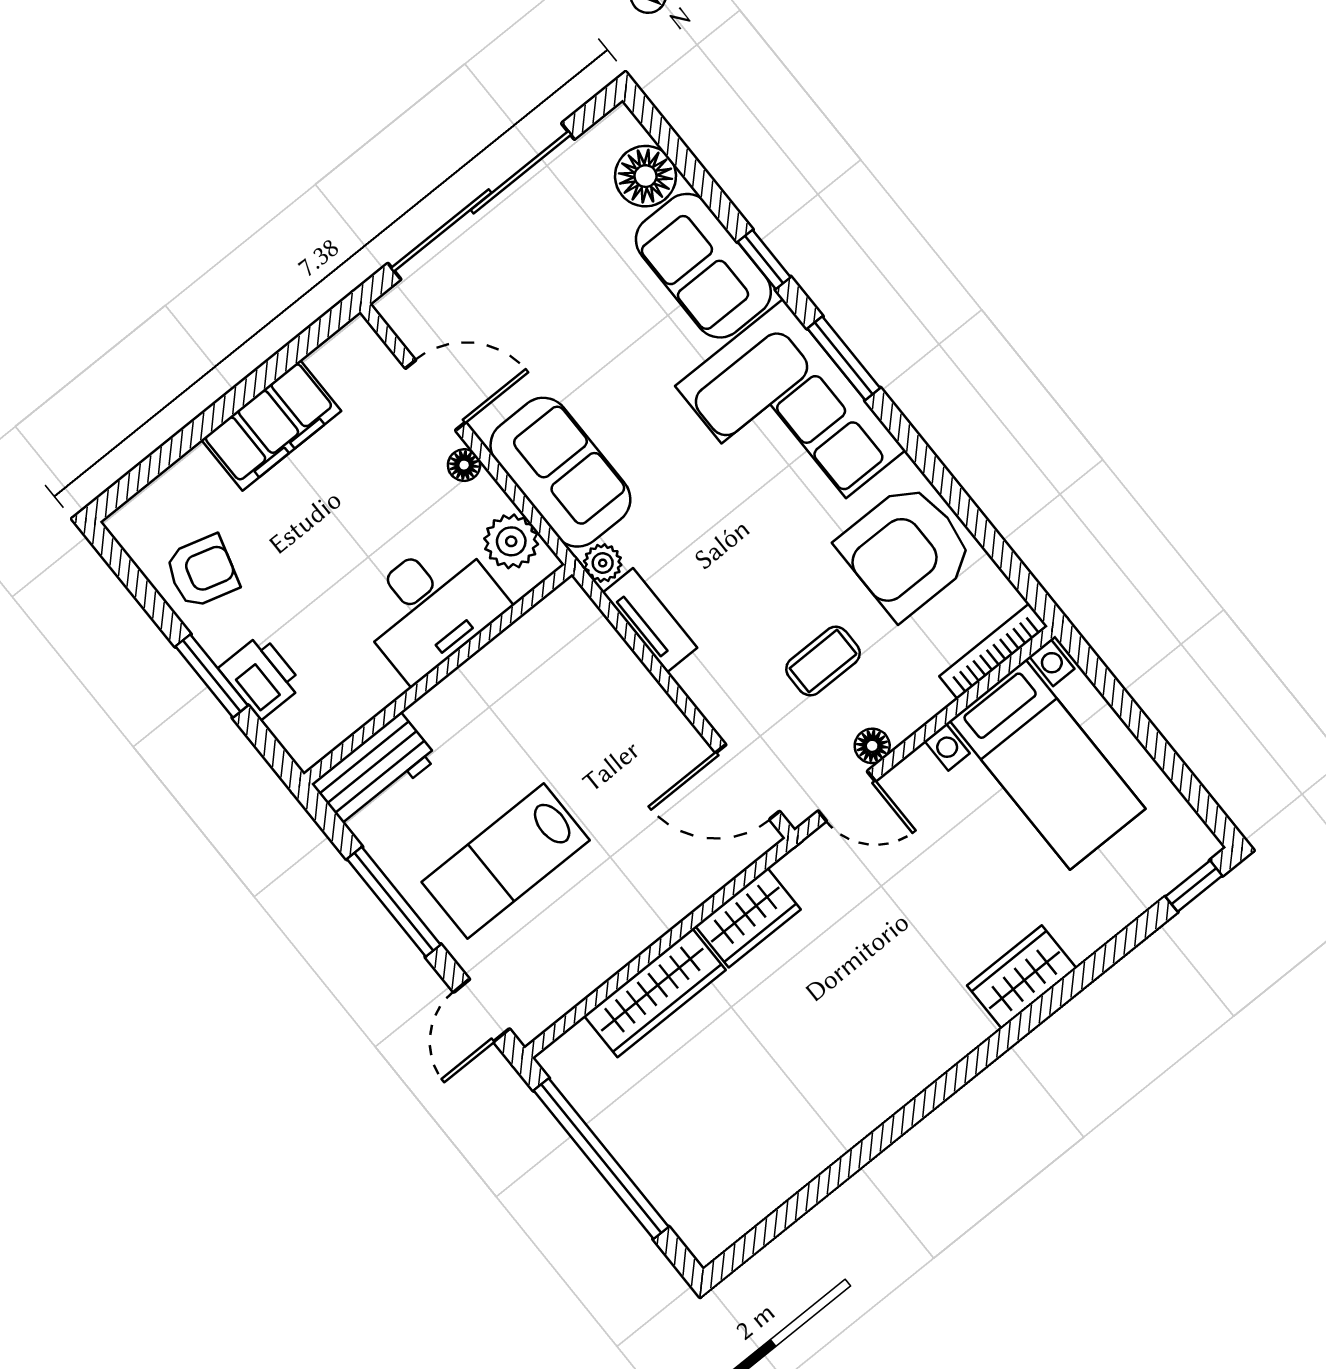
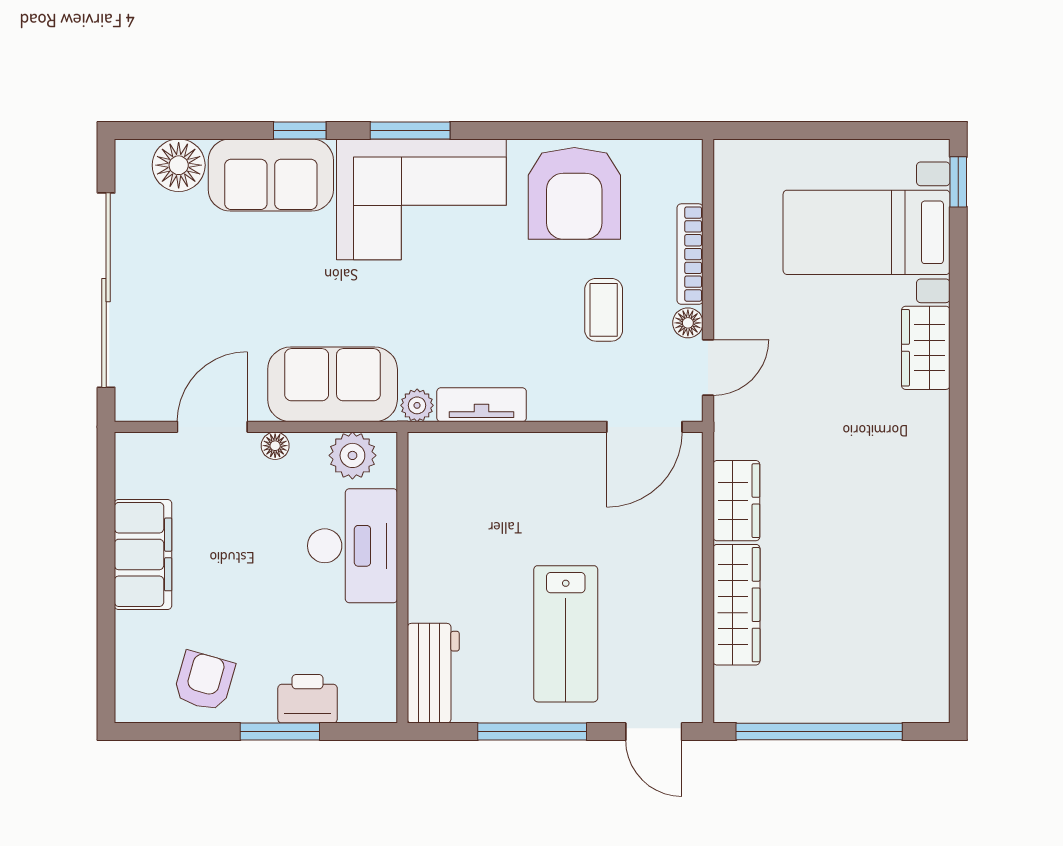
bookcase: (993, 651) -> (690, 254), moved
bed with nightstands: (1048, 765) -> (867, 232), moved, turned 180

